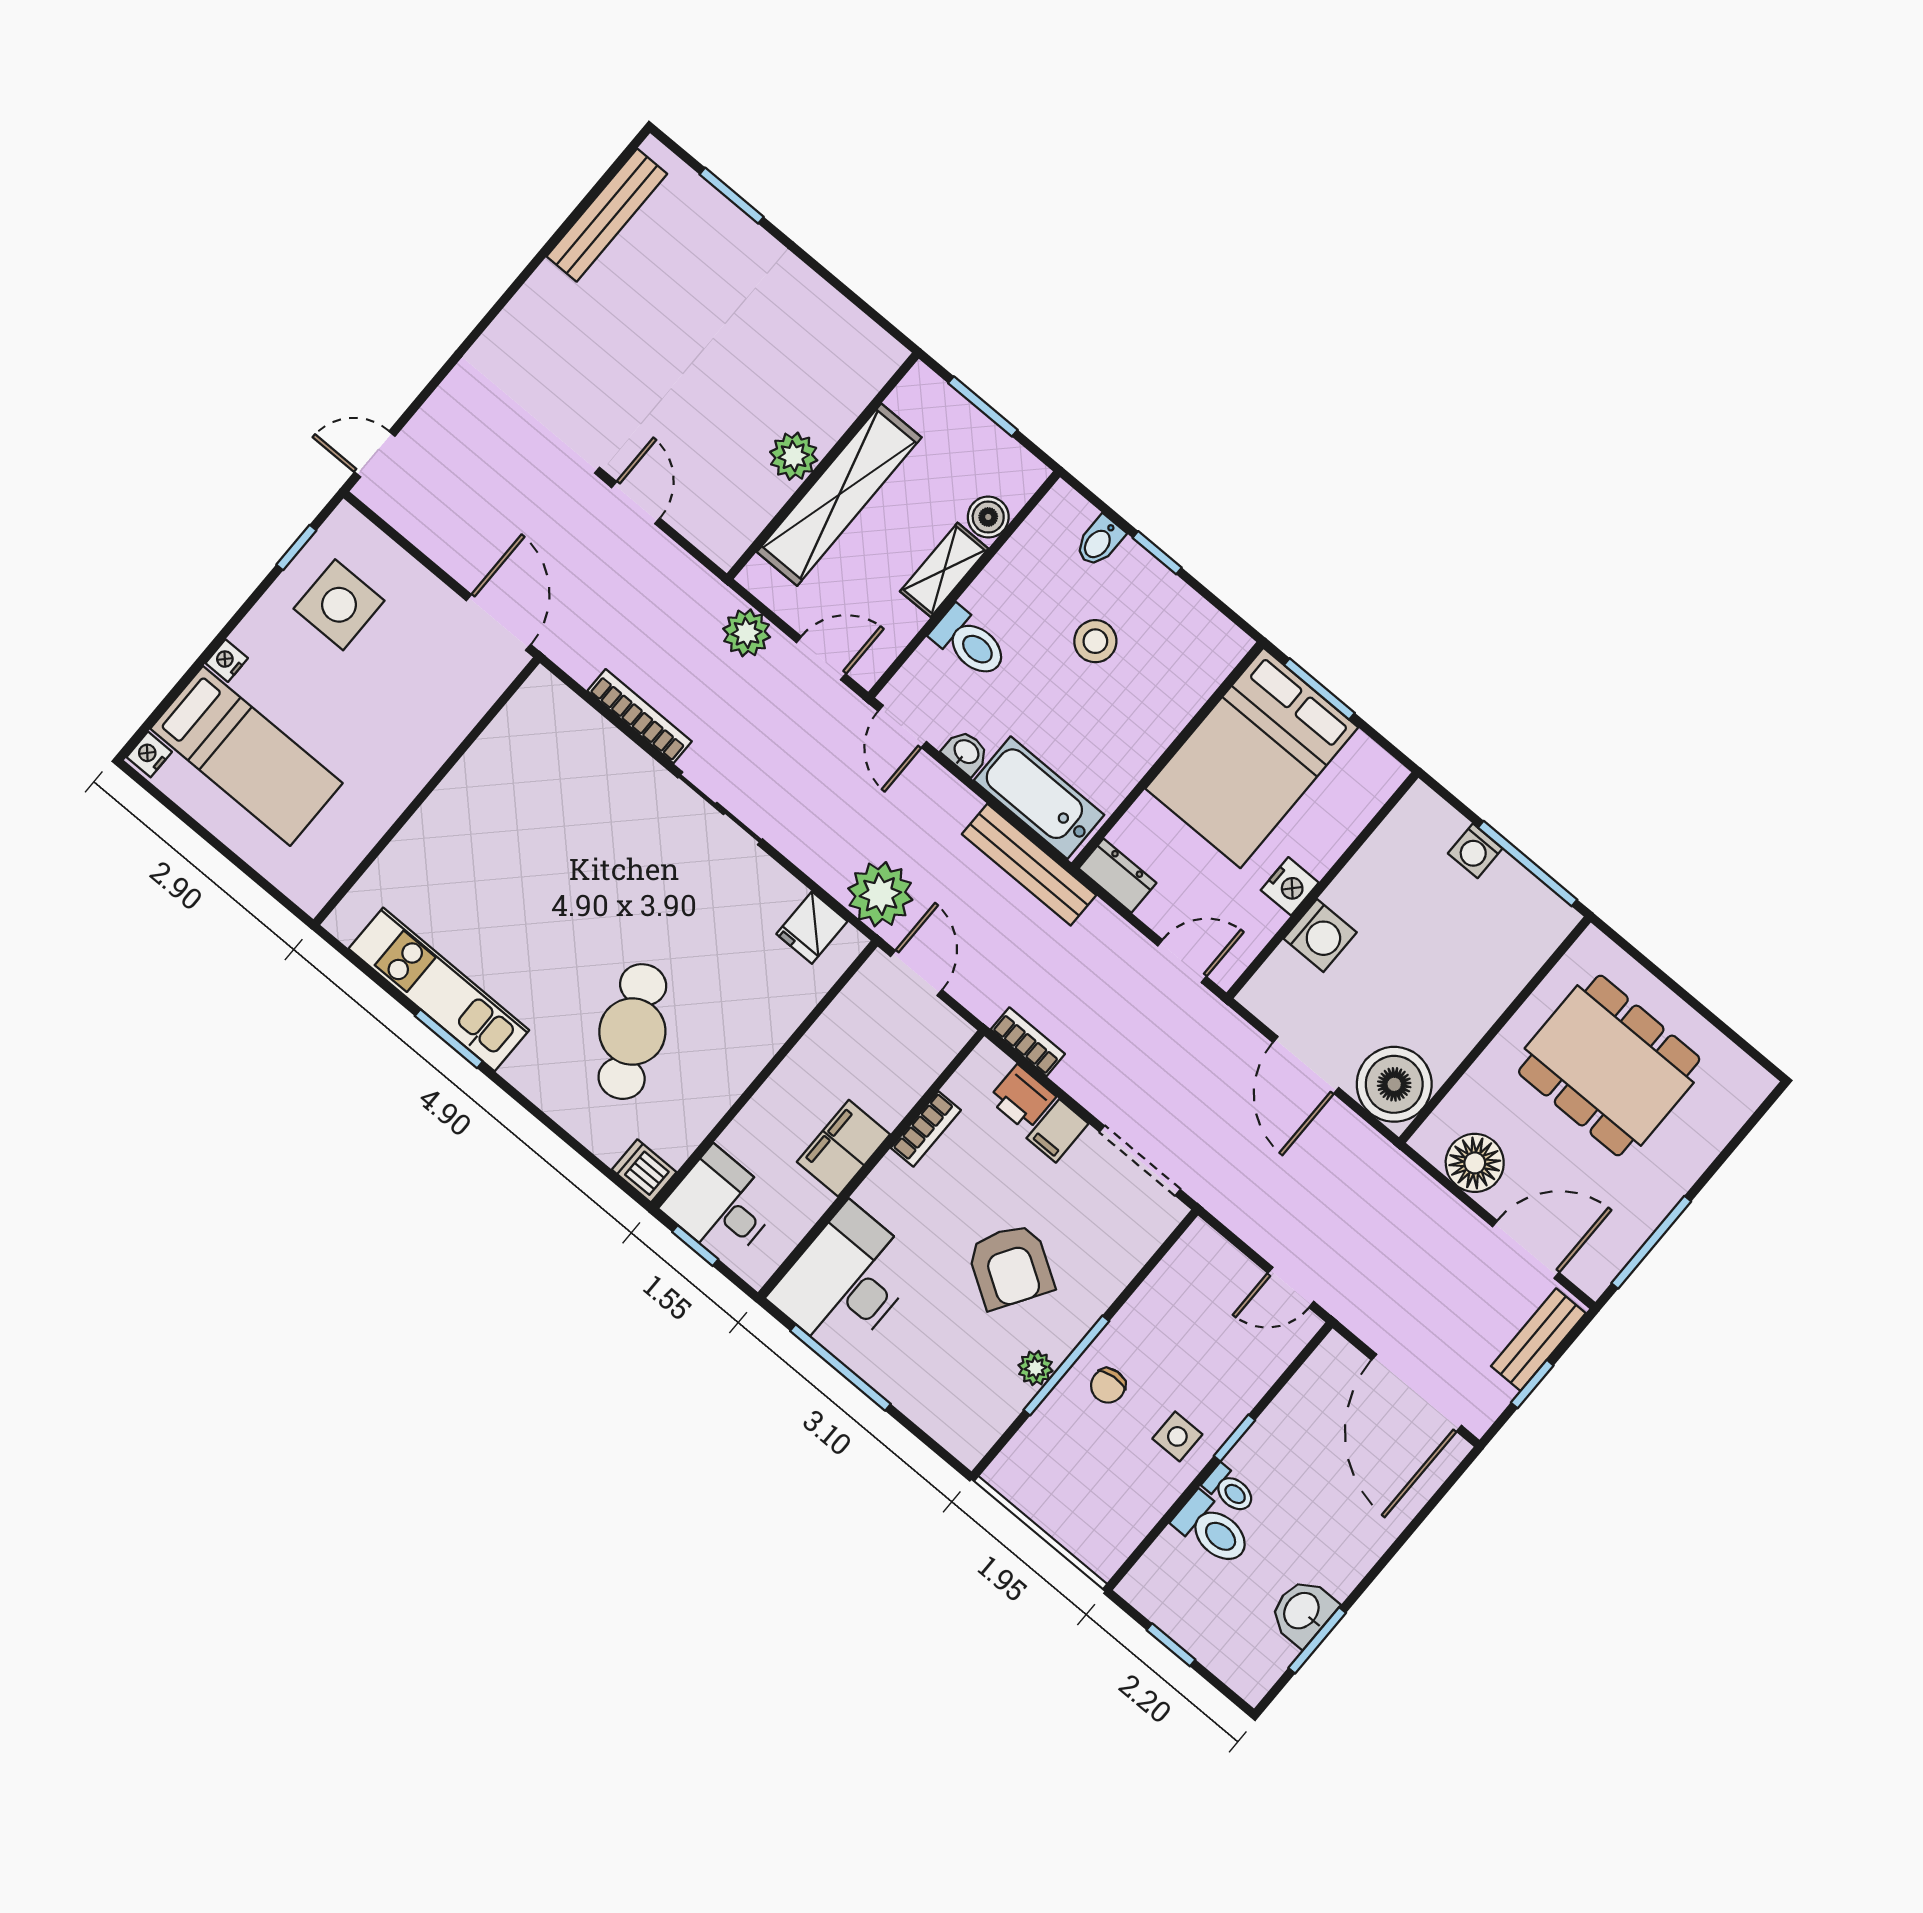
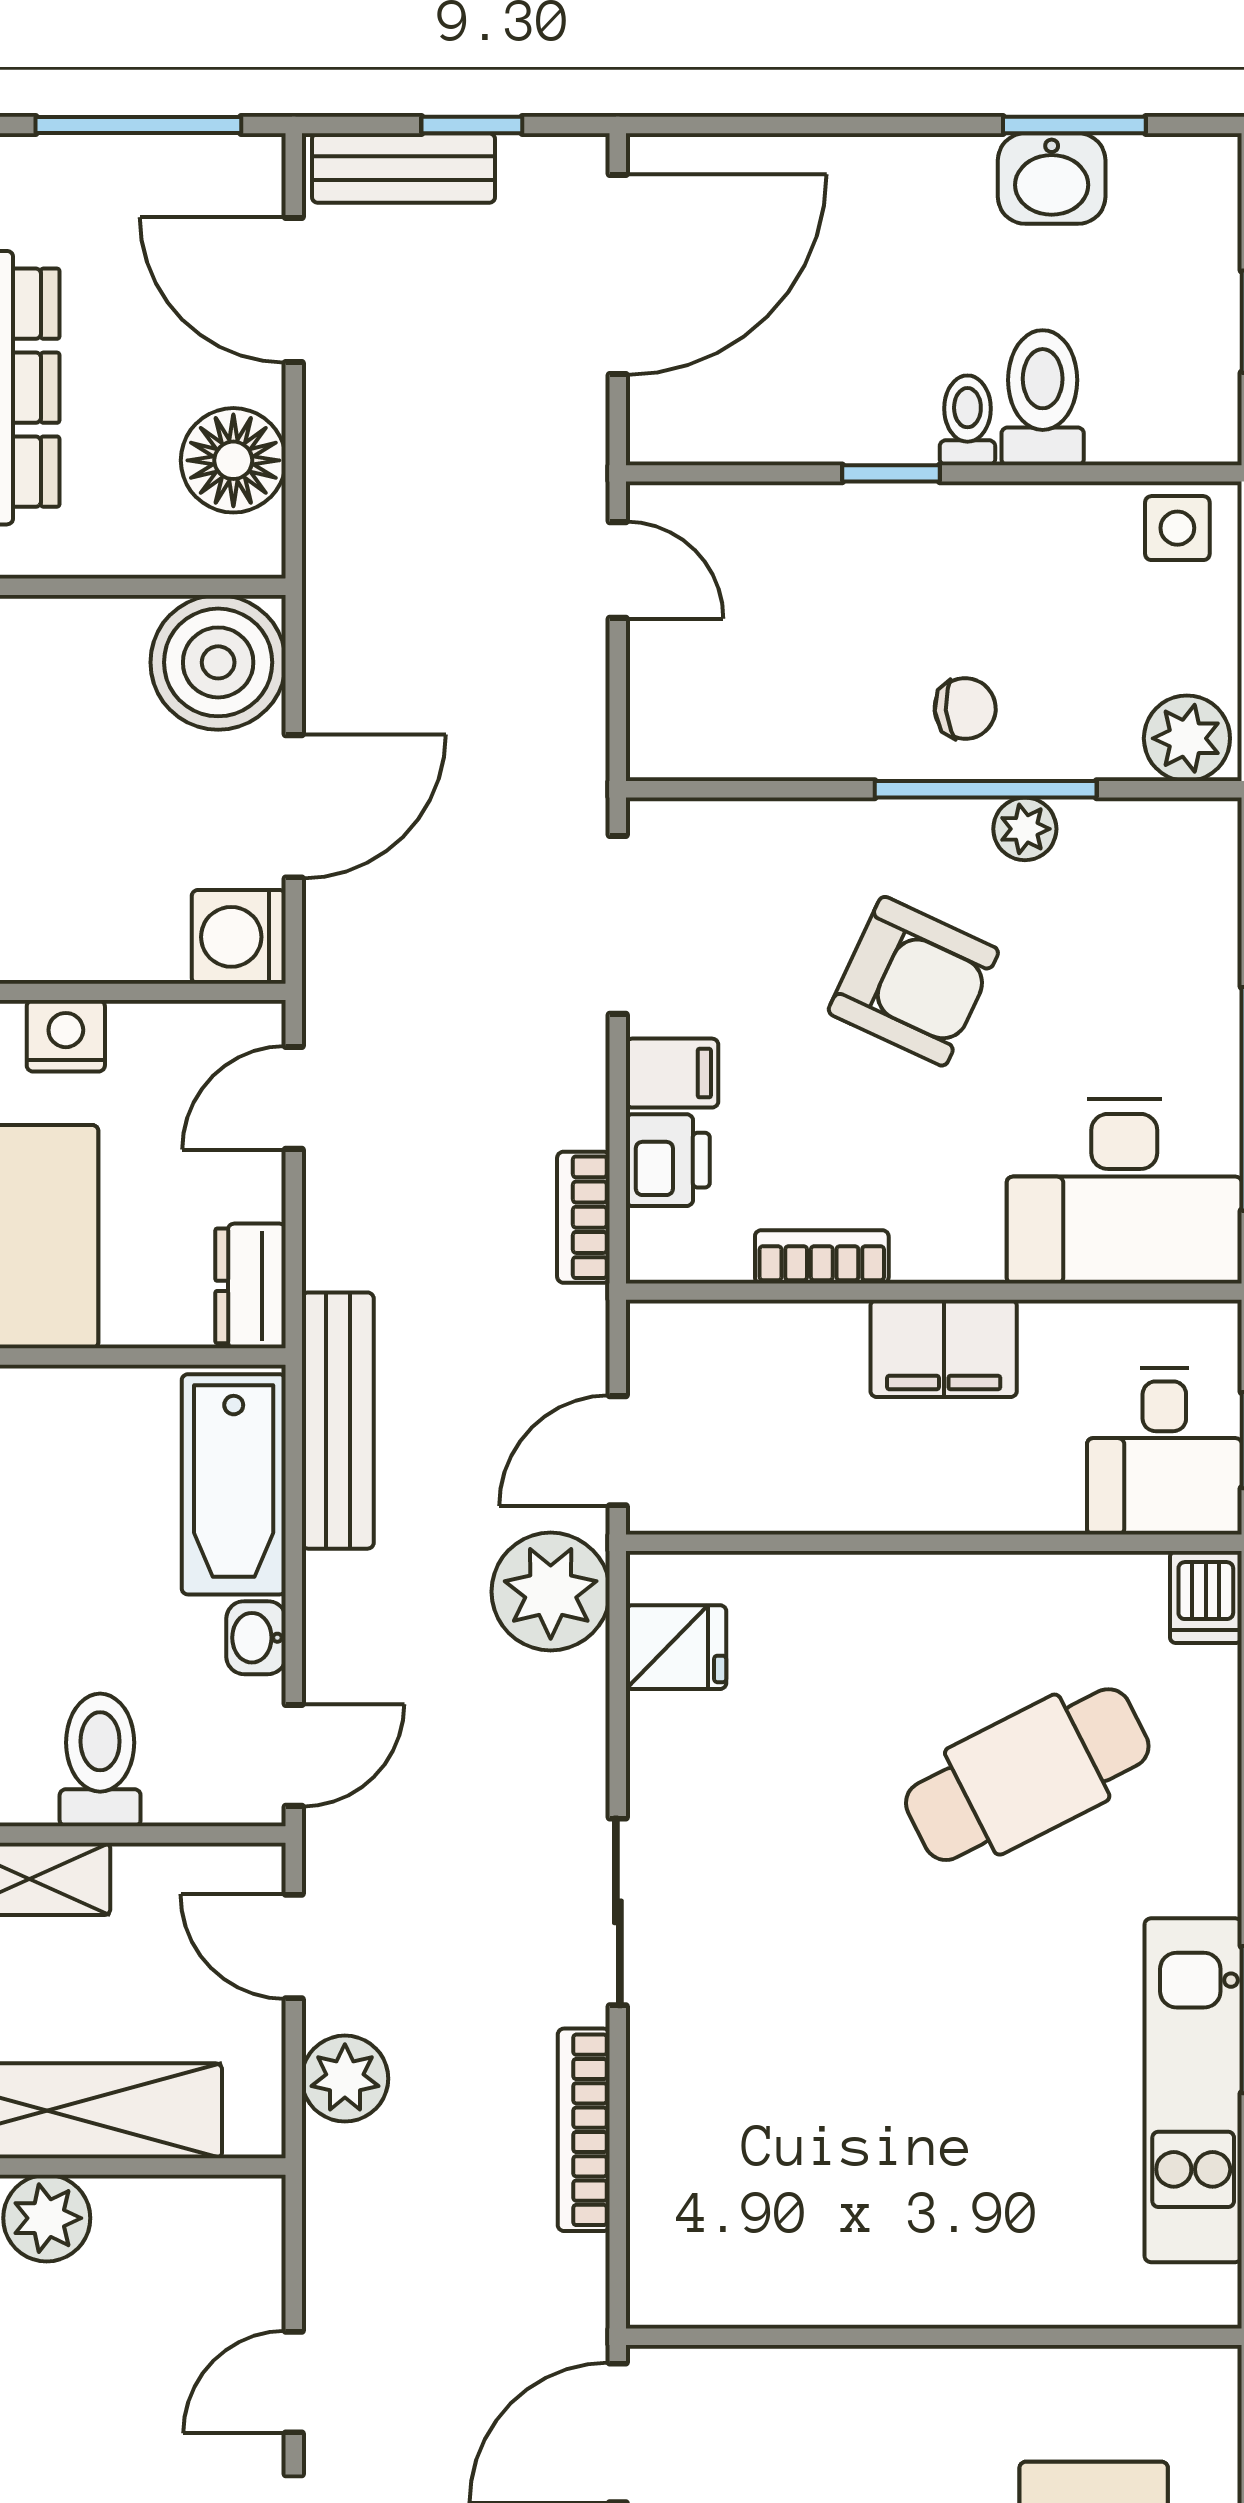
washing machine: (1320, 935) -> (239, 937), moved, turned -90
door: (1182, 961) -> (294, 1098), hinge flipped
armchair: (1010, 1266) -> (913, 981), turned 83
side table: (1177, 1436) -> (1177, 528), moved
plant: (1016, 1469) -> (1187, 738), added

